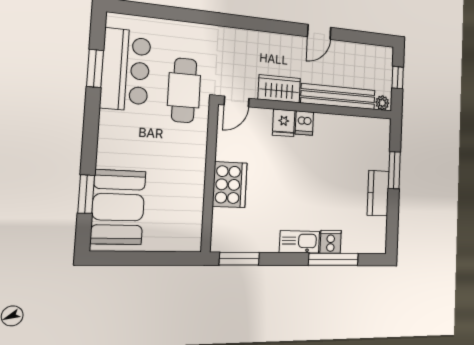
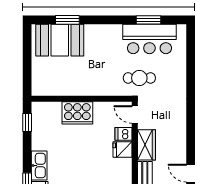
cafe table: (184, 90) -> (139, 78), width x0.73, depth x0.74
dishwasher: (304, 123) -> (124, 134), moved
window: (239, 259) -> (27, 122), width x0.67

